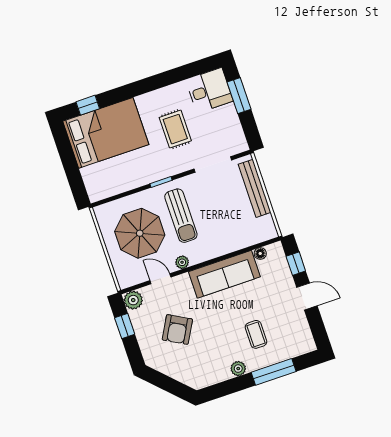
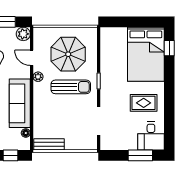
rug: (175, 129) -> (144, 103), moved
bench: (255, 188) -> (49, 144), moved, width x0.73
sun lounger: (181, 216) -> (71, 87), turned 180
door: (160, 279) -> (32, 58), swing flipped

